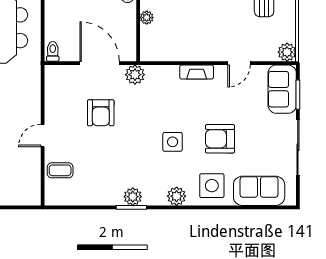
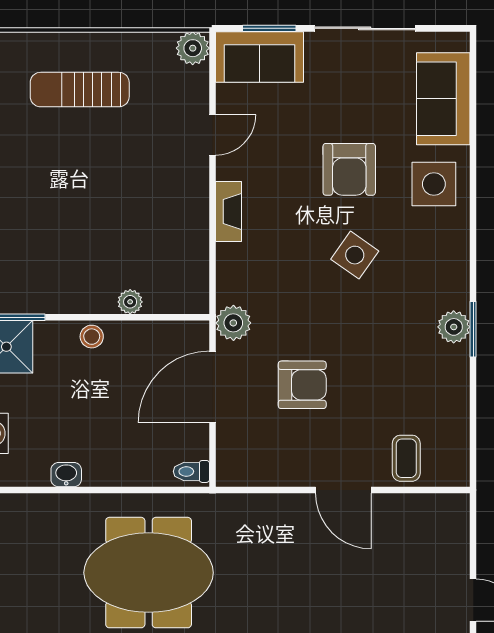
door: (239, 63) -> (213, 135), hinge flipped
door: (43, 135) -> (343, 490), width x1.38
side table: (173, 142) -> (355, 255), turned 35
plant: (177, 196) -> (453, 248), removed

